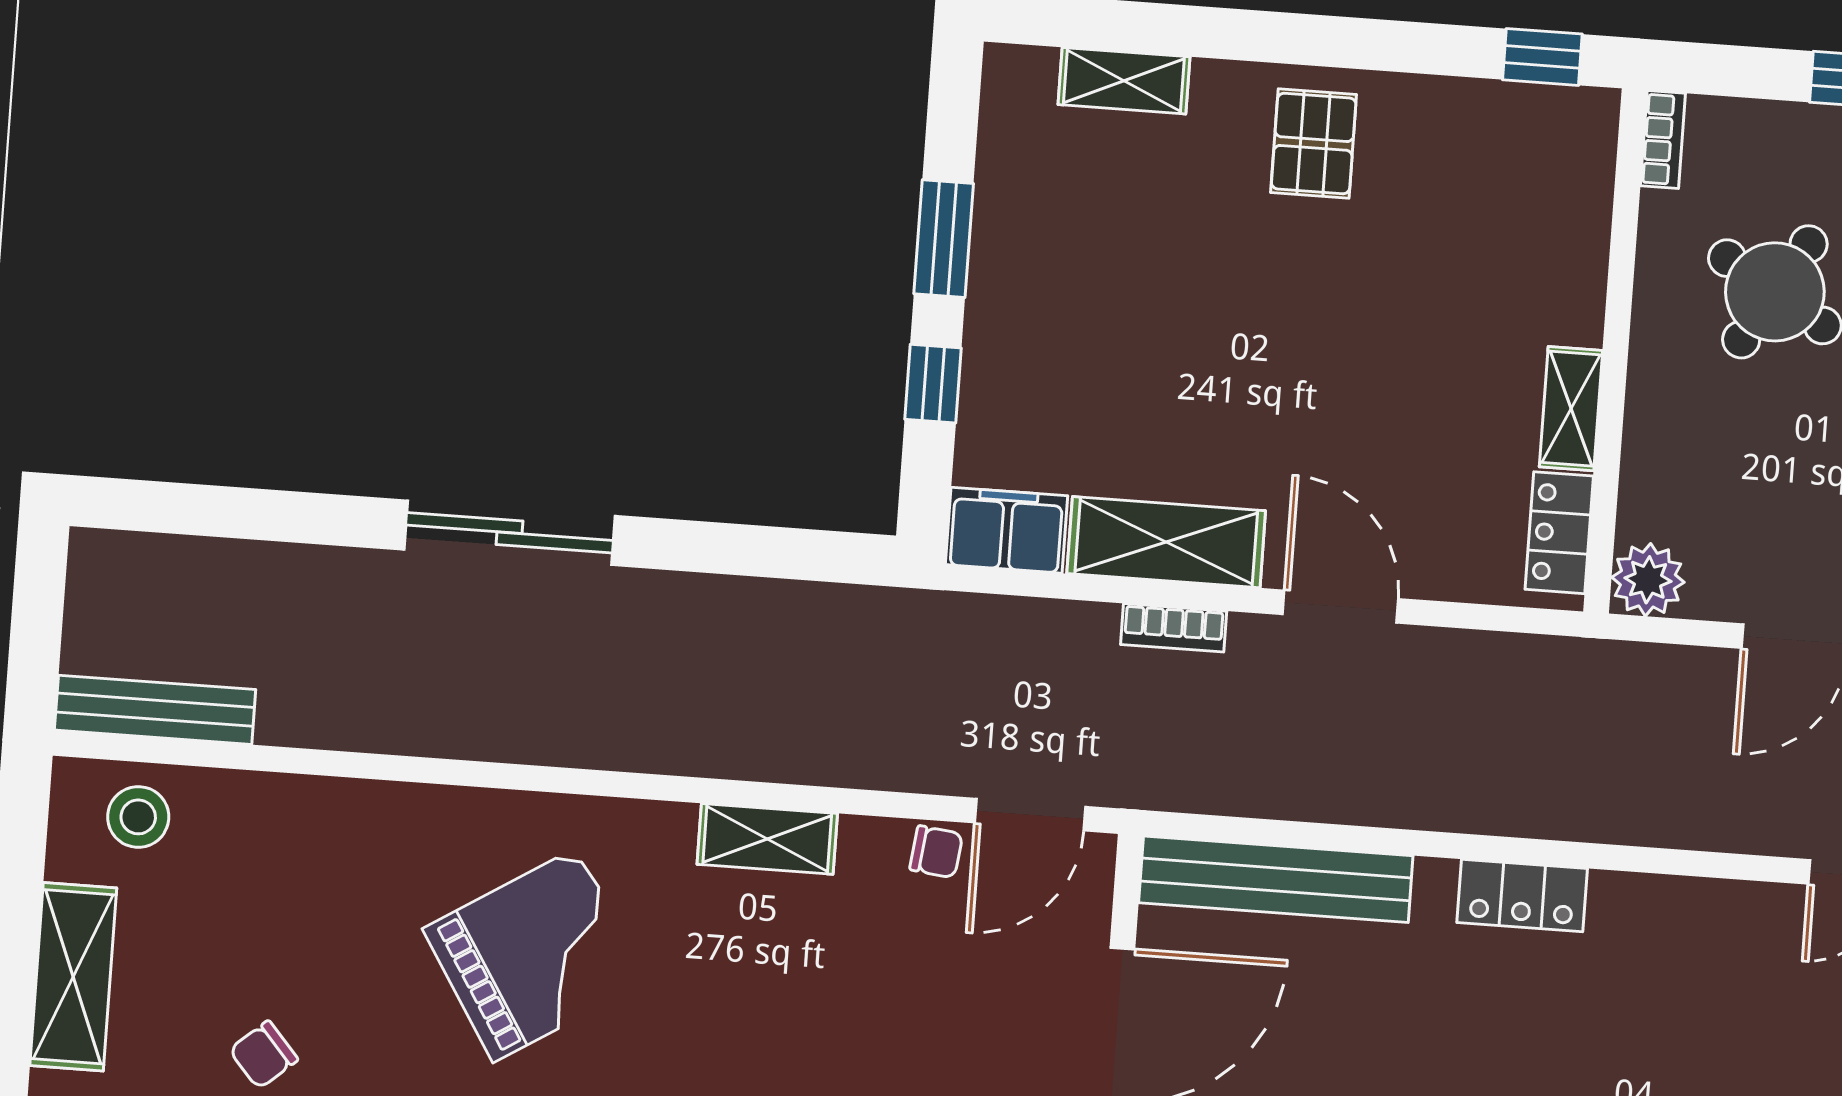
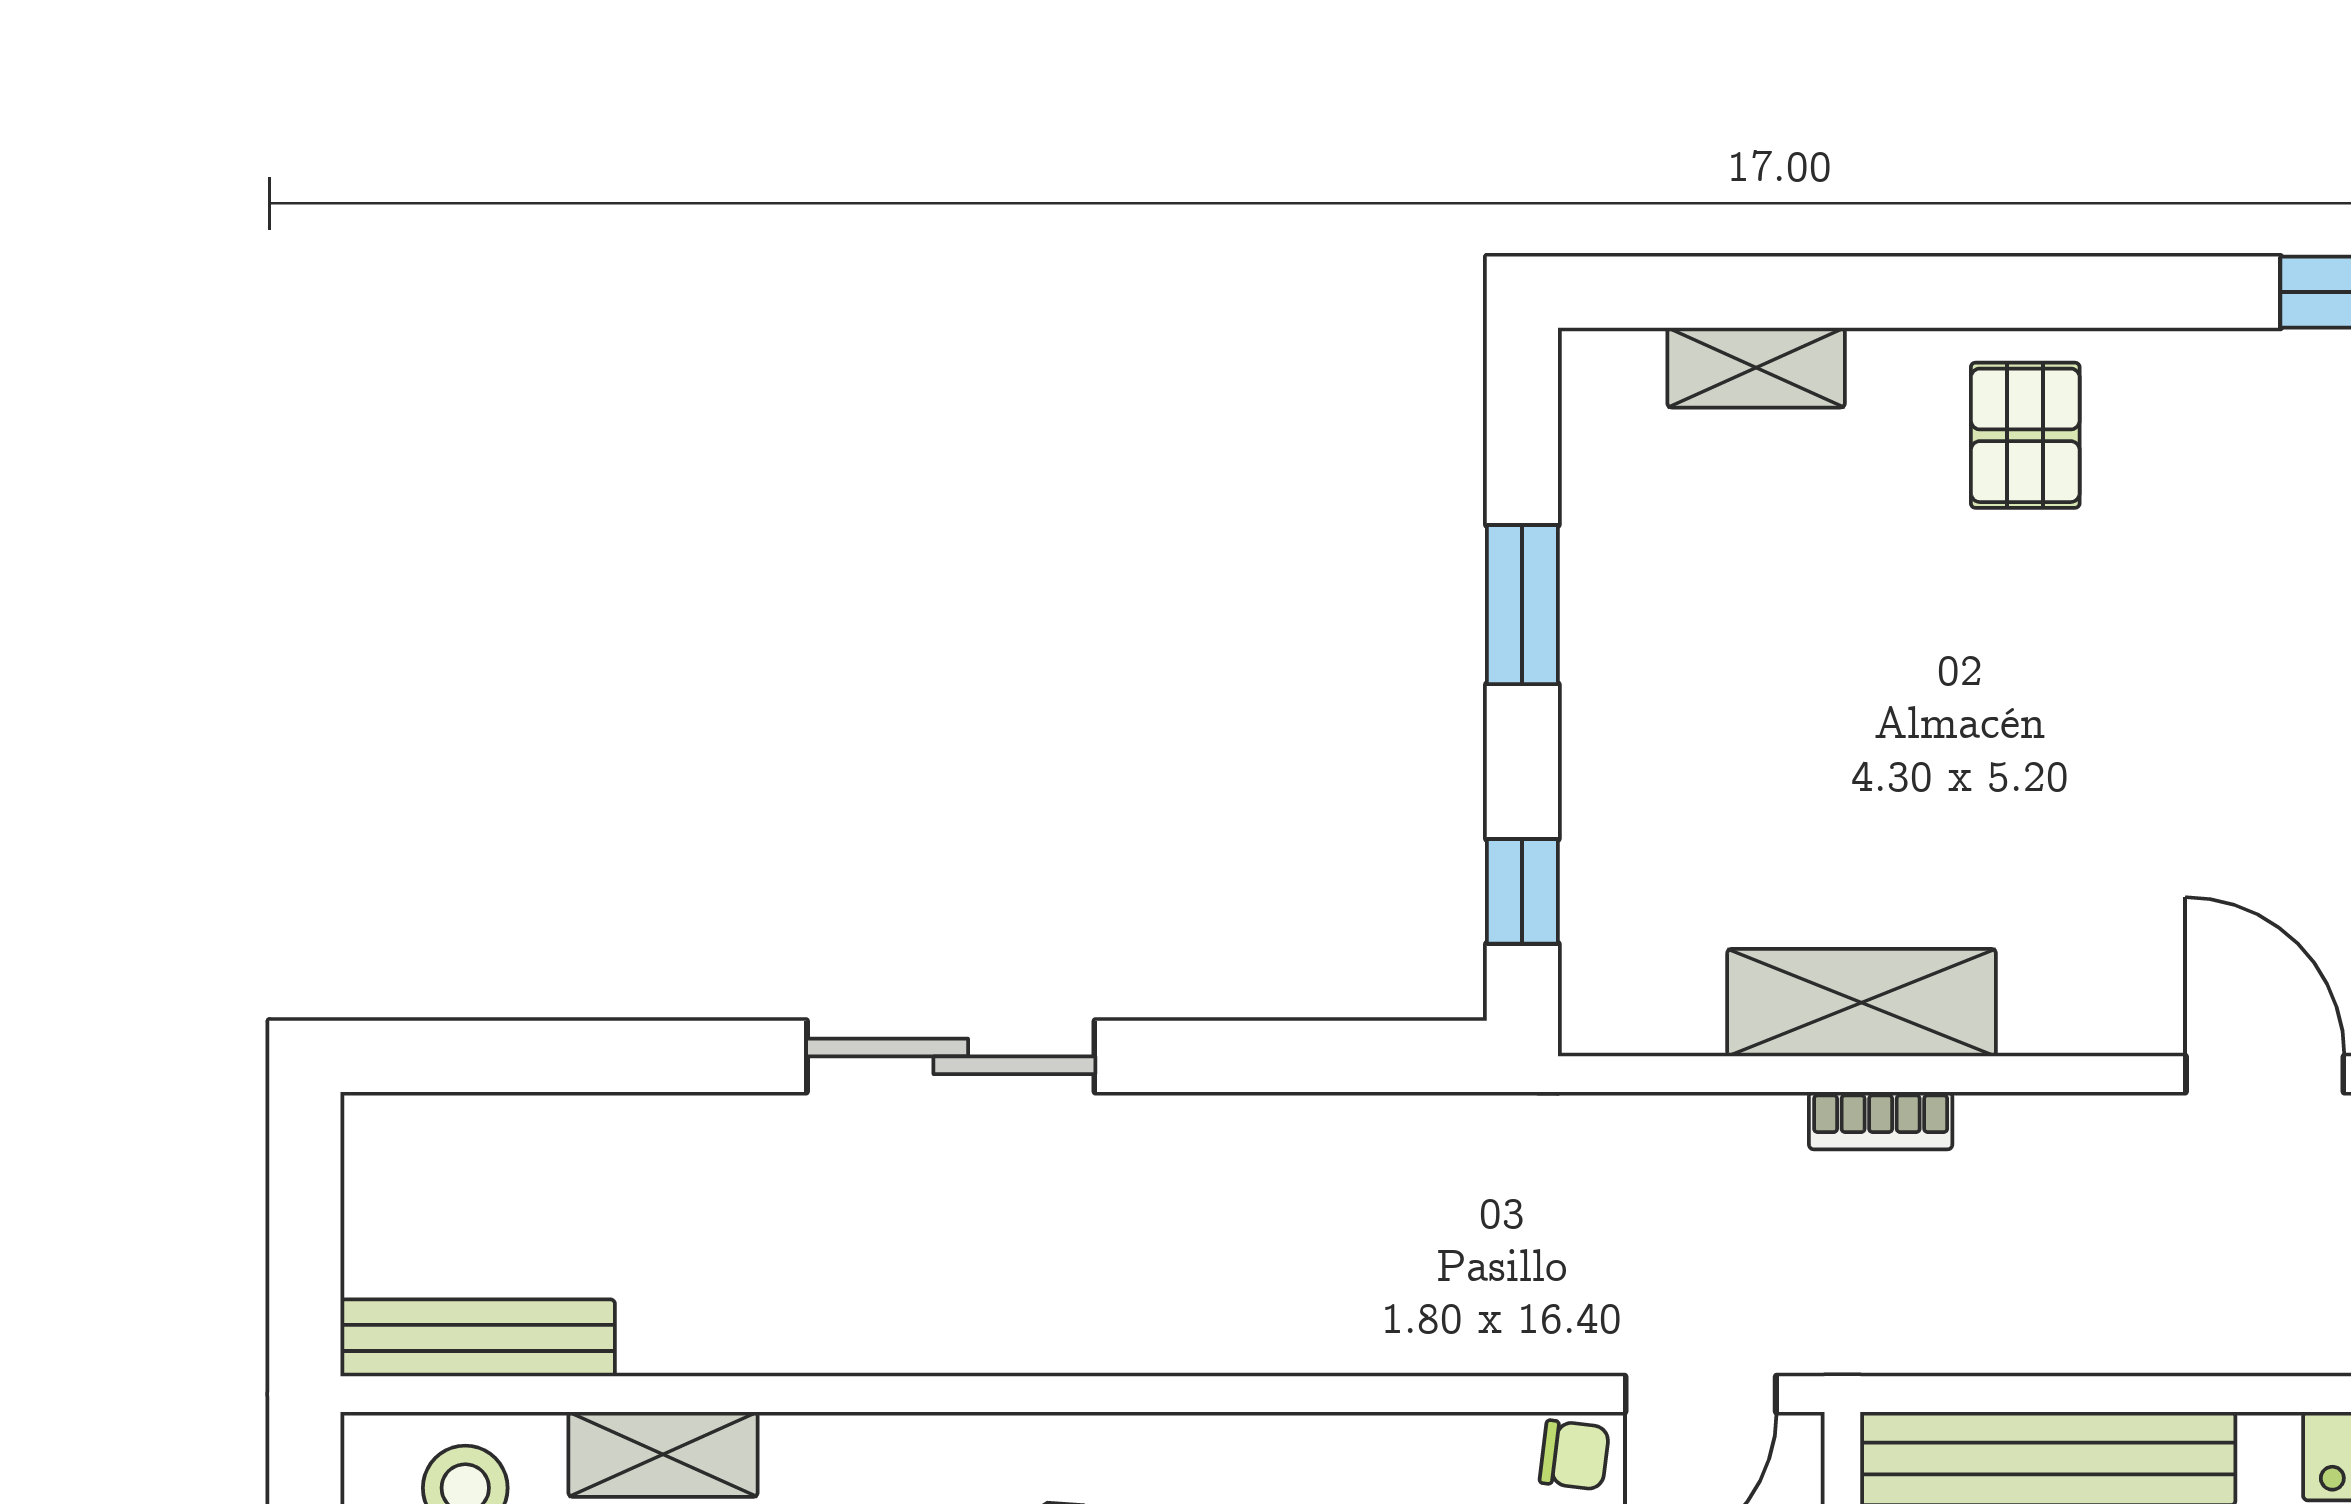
window: (933, 384) -> (1522, 891), moved
filing cabinet: (1006, 530) -> (1639, 1002), removed
door: (1340, 607) -> (2265, 1074), moved
shelving: (767, 839) -> (663, 1454), moved

